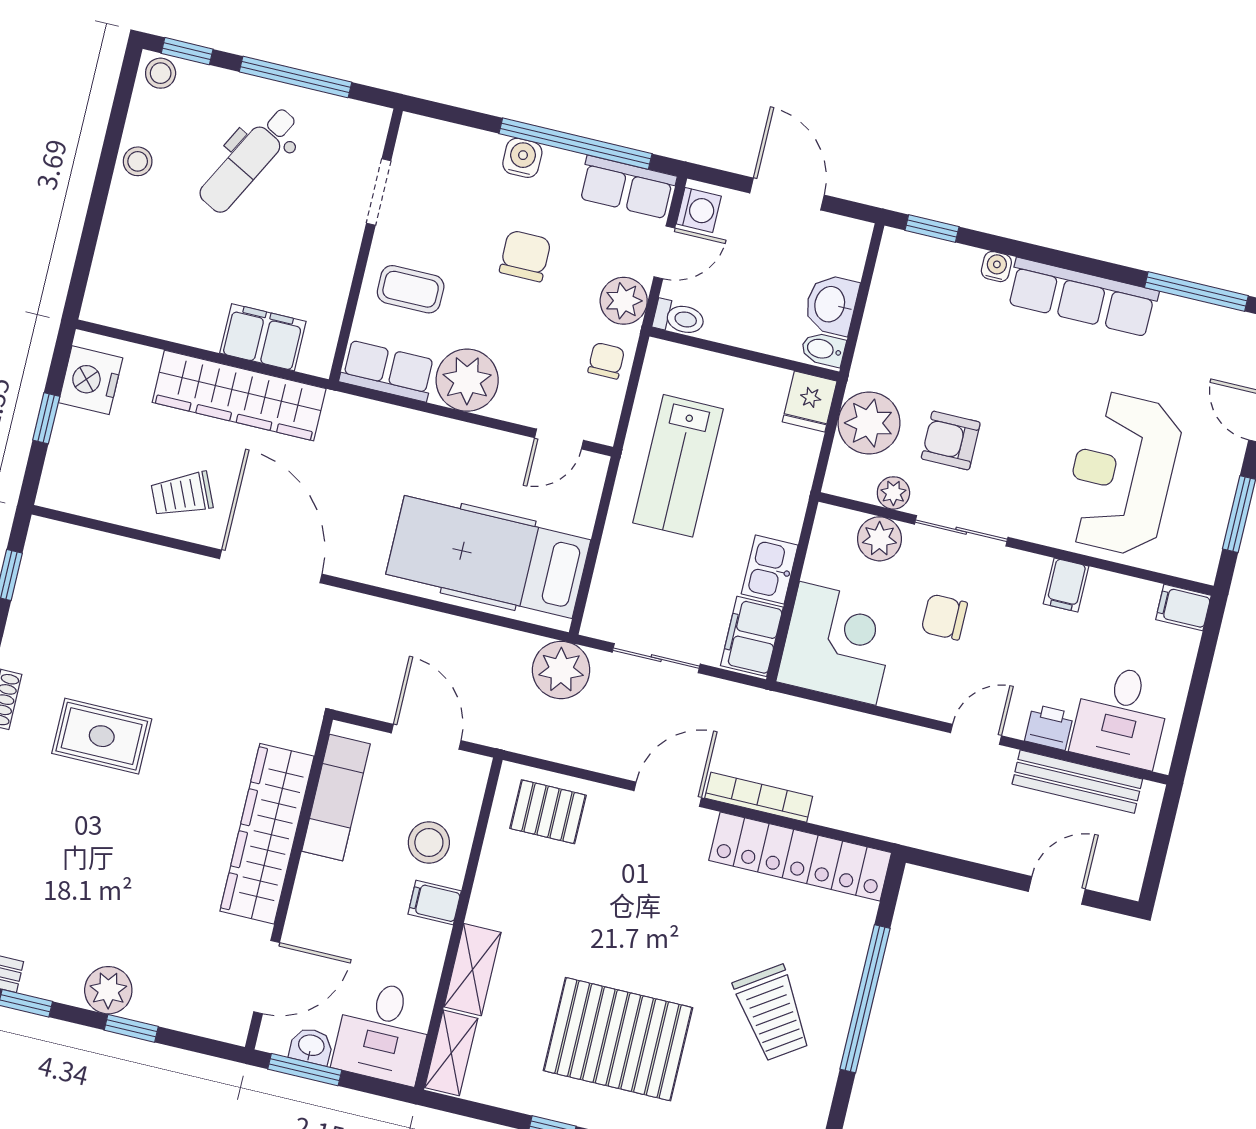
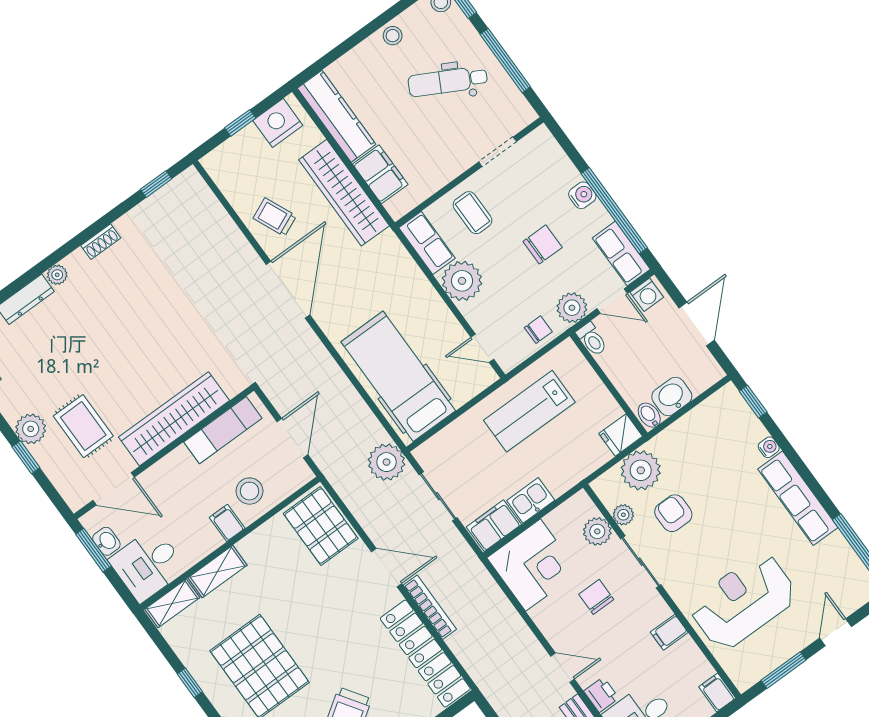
kitchen counter: (153, 313) -> (336, 116), added
rug: (102, 736) -> (83, 426), moved
pallet: (548, 812) -> (321, 526), width x1.50, depth x1.42

